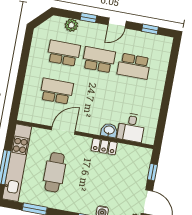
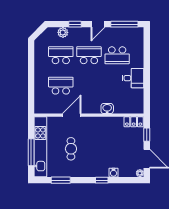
window: (150, 29) -> (124, 24), width x2.17
desk: (131, 127) -> (133, 78), moved, turned -90
locker: (104, 147) -> (134, 122), moved
cafe table: (55, 172) -> (71, 149), width x0.73, depth x0.74

